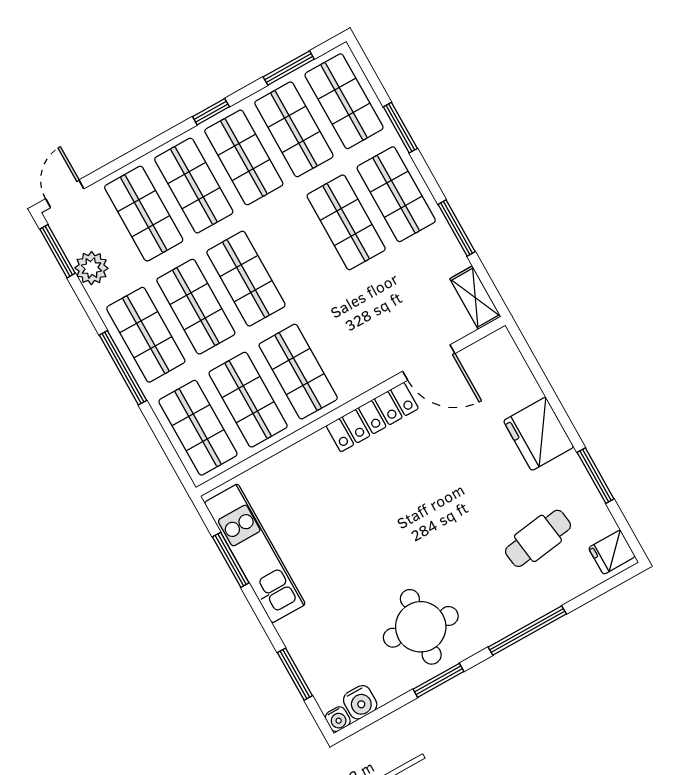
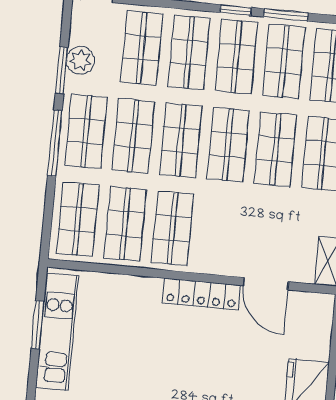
window: (289, 68) -> (286, 15), moved
shop shelf: (296, 250) -> (228, 145), added
window: (57, 251) -> (62, 70), moved

